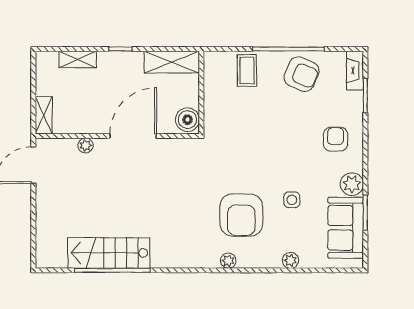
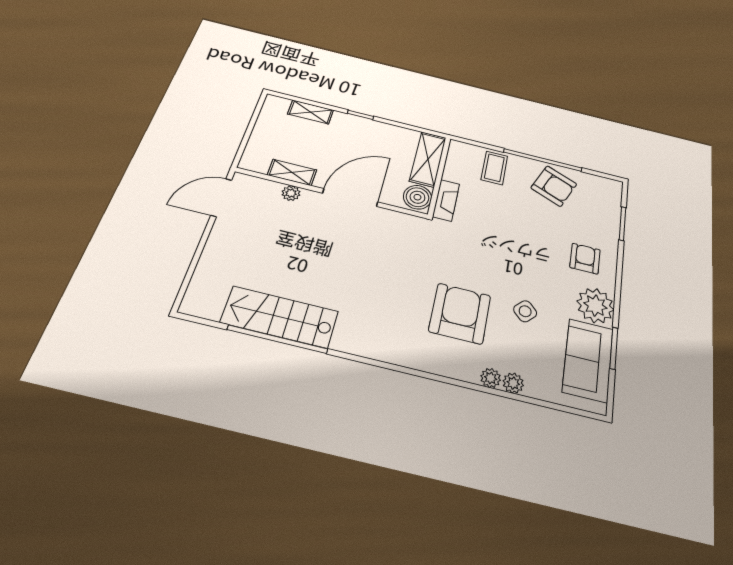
shelving: (172, 62) -> (428, 159), moved, turned 90
fireplace: (355, 70) -> (446, 200), moved, turned 180
shelving: (44, 115) -> (292, 172), moved, turned 90
plant: (352, 184) -> (595, 306), width x1.36, depth x1.36
side table: (292, 200) -> (525, 311), turned 45
armchair: (241, 215) -> (460, 313), turned 180
plant: (228, 261) -> (491, 378), moved

